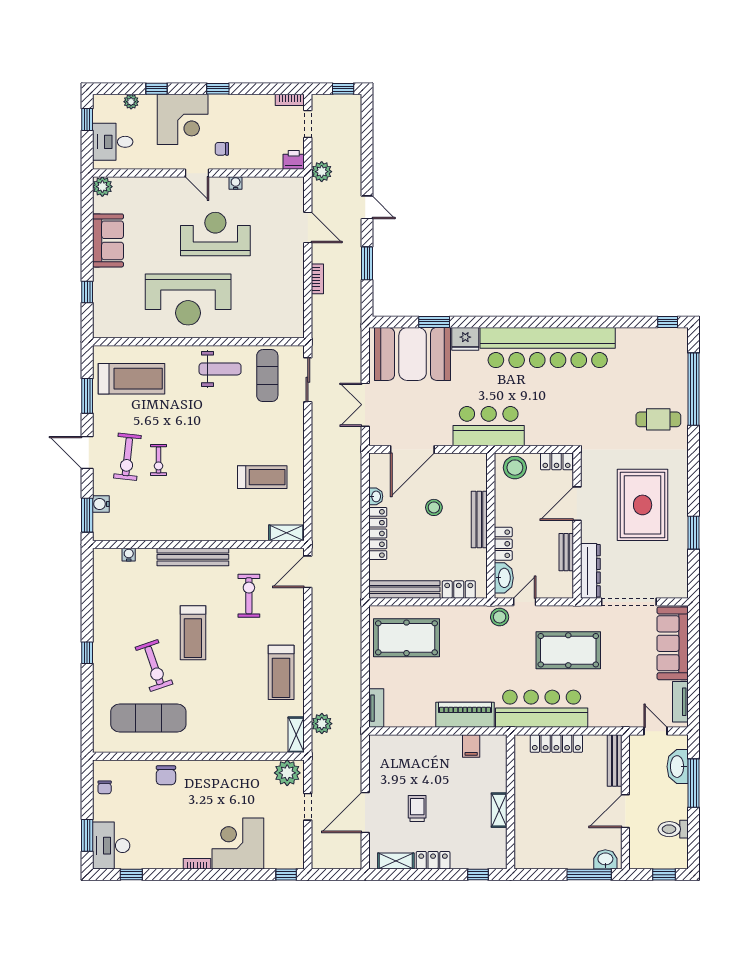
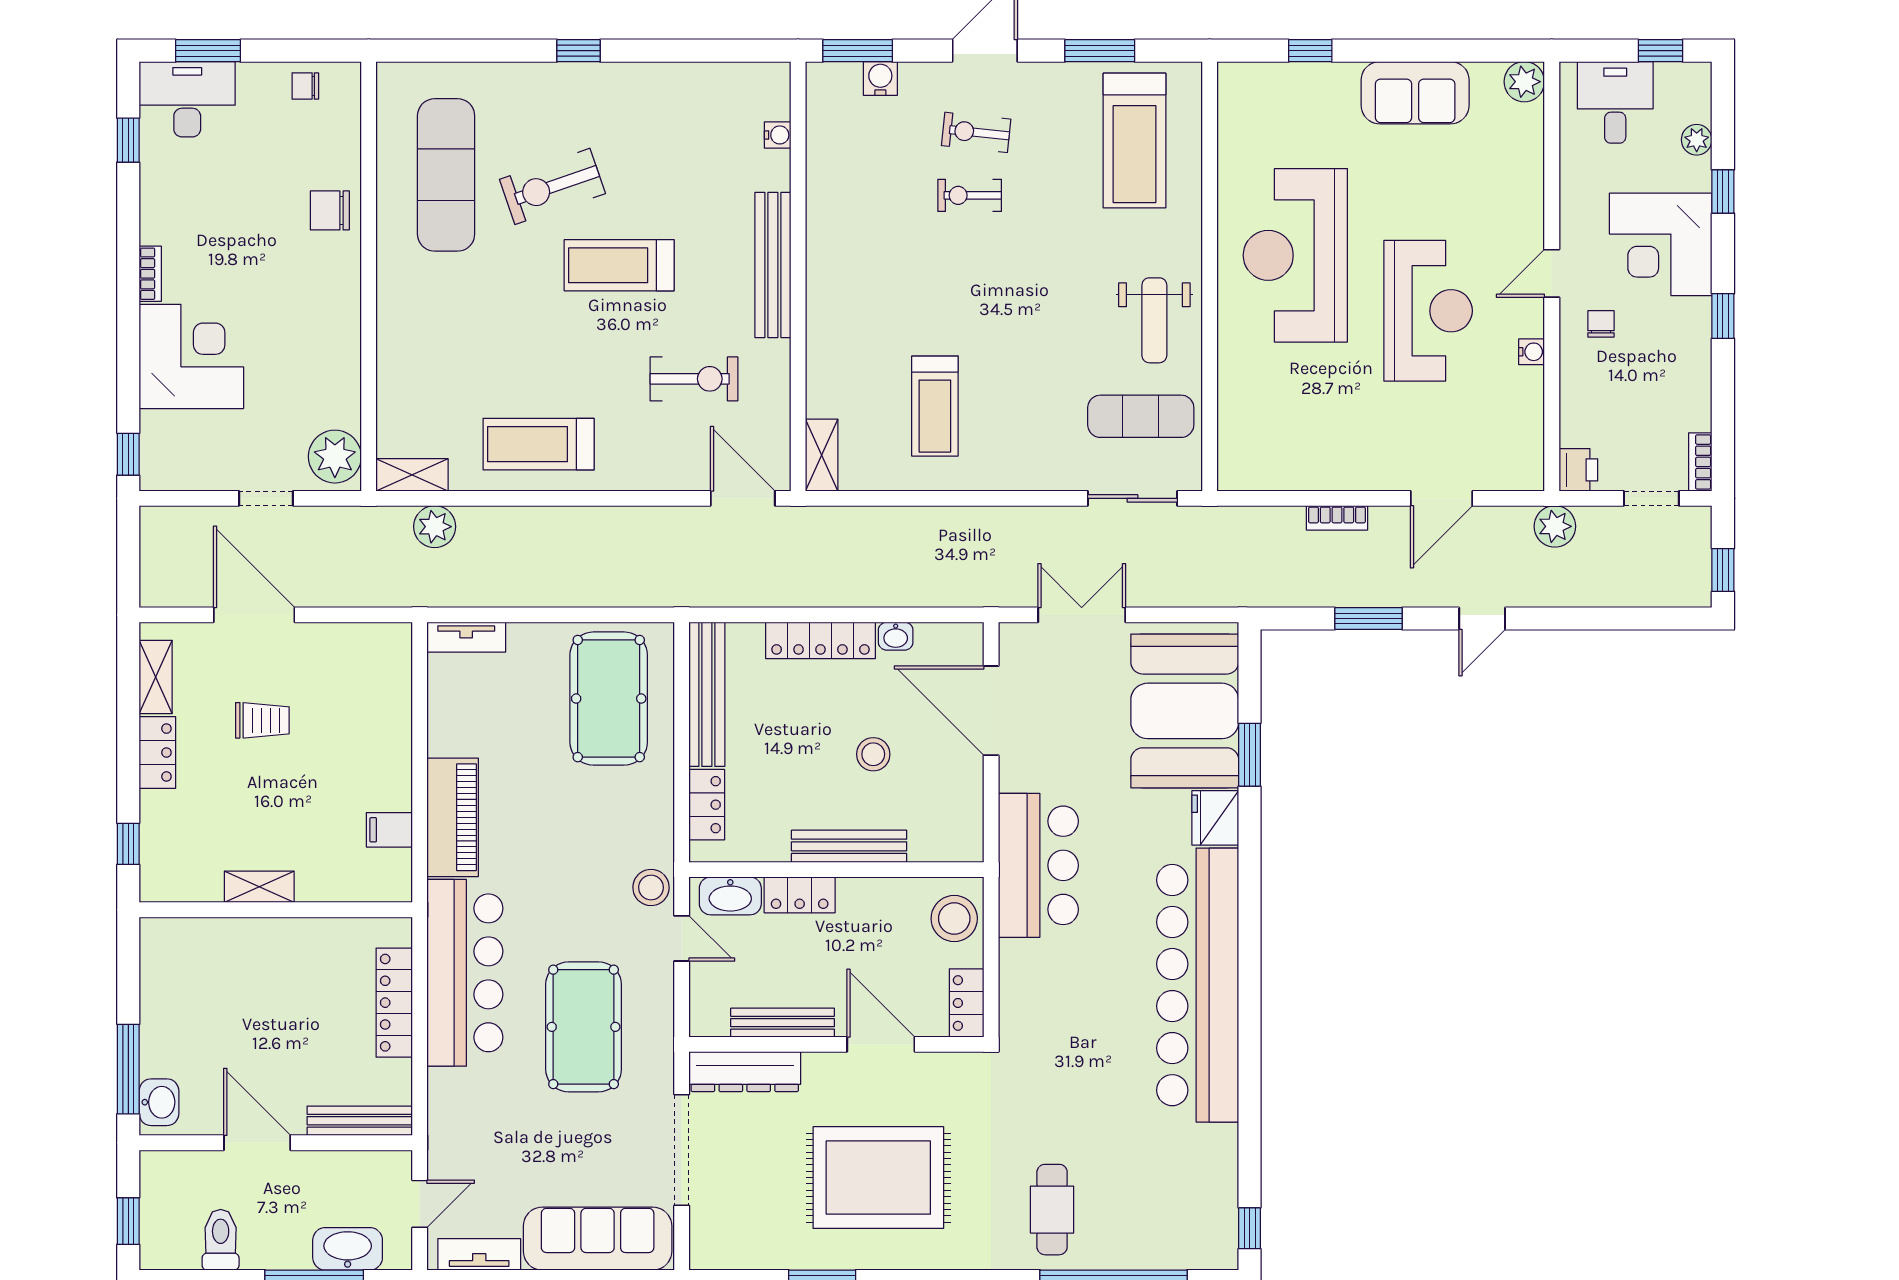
exercise bike: (127, 457) -> (976, 132), width x0.73, depth x0.72
bench: (566, 552) -> (783, 1023), width x1.36

